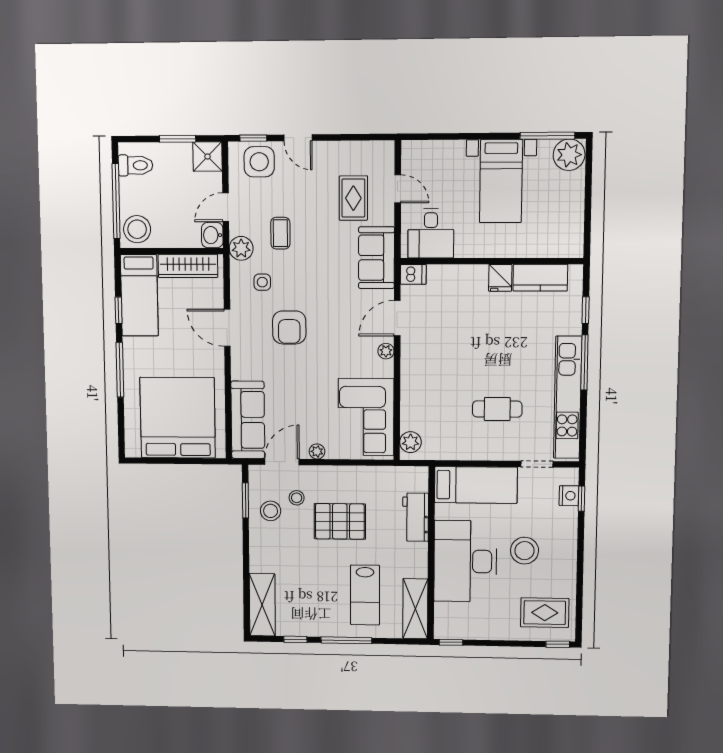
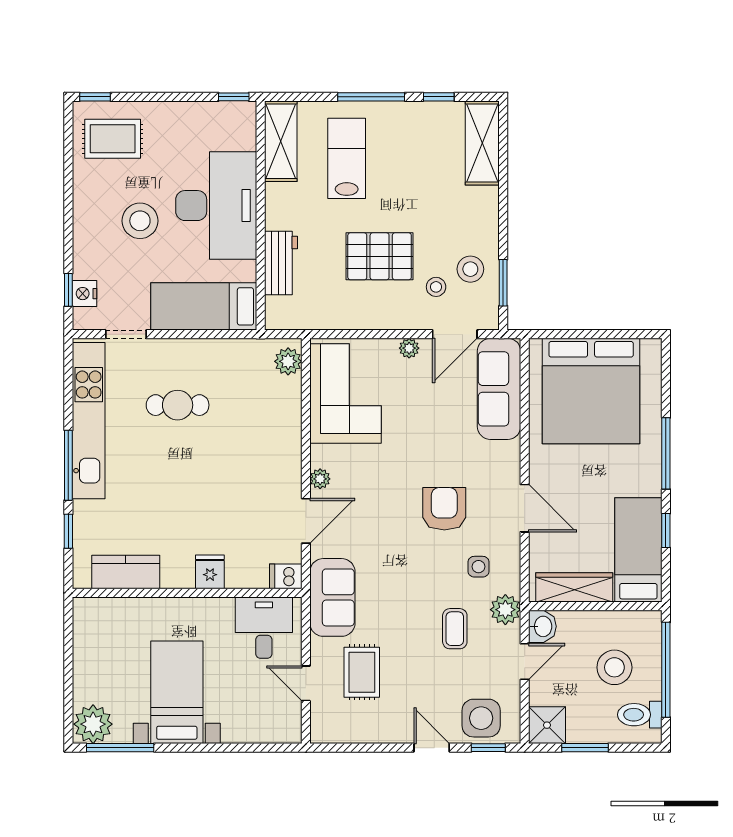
stool: (137, 229) -> (614, 667), moved
fridge: (500, 278) -> (210, 572), moved

